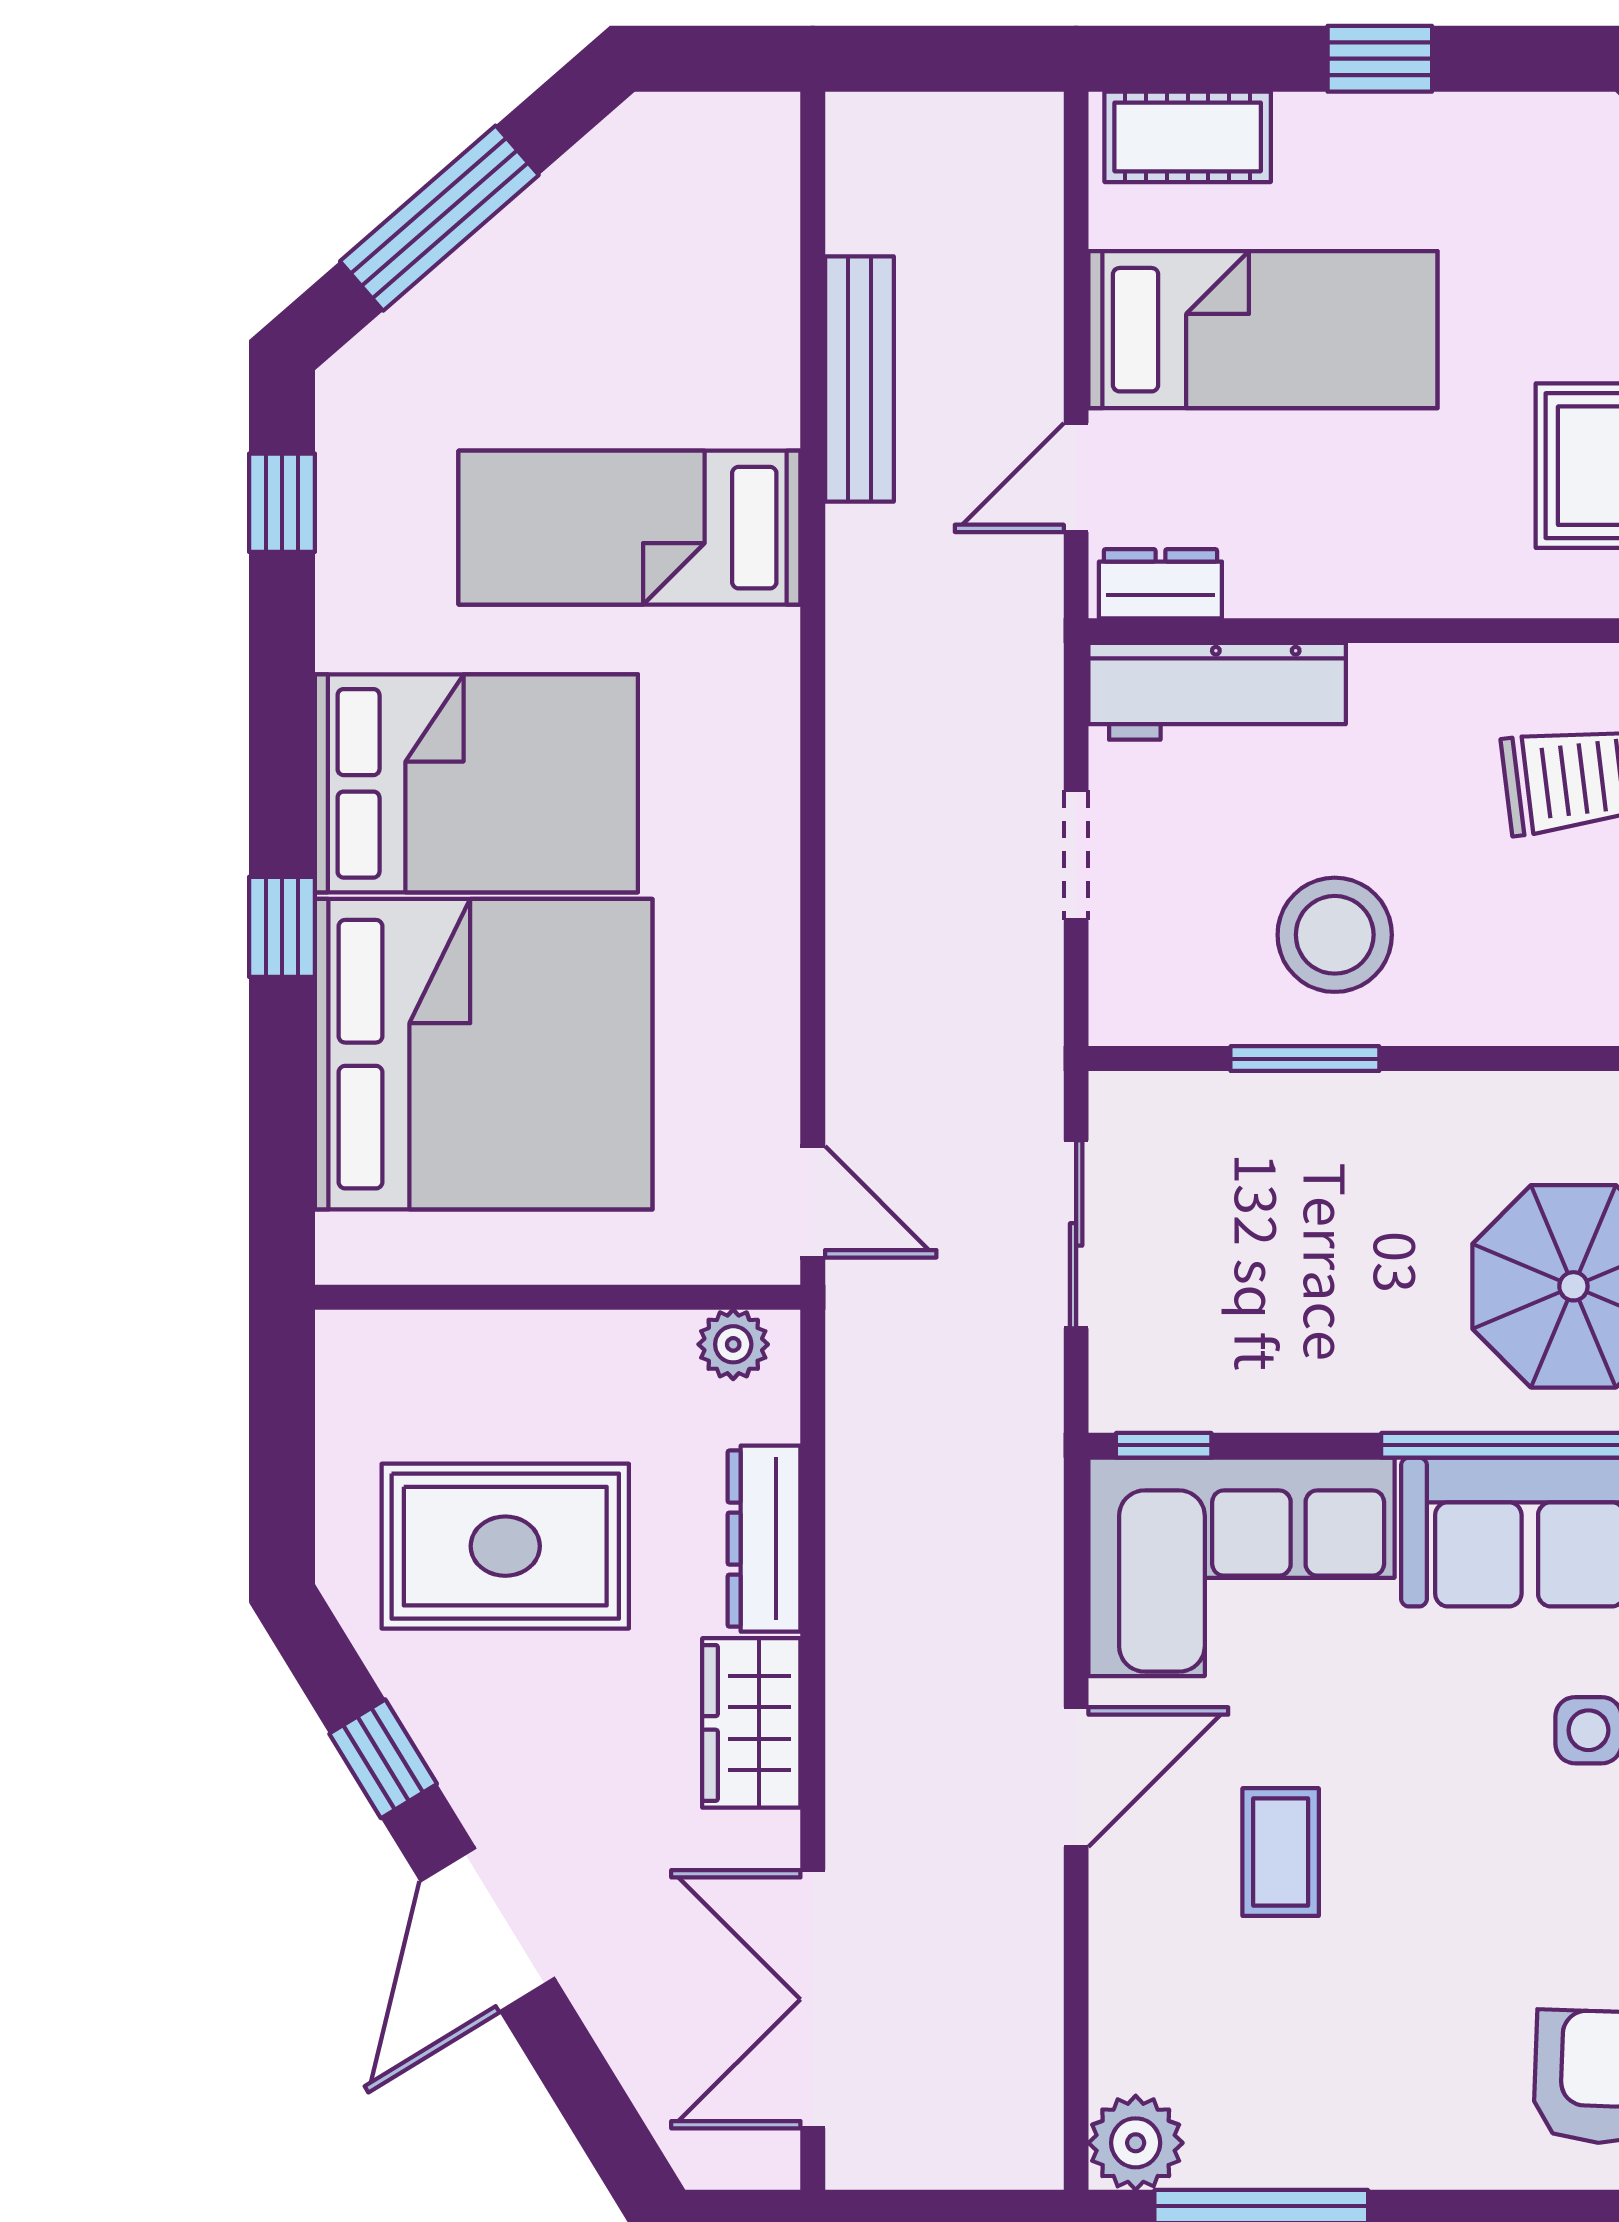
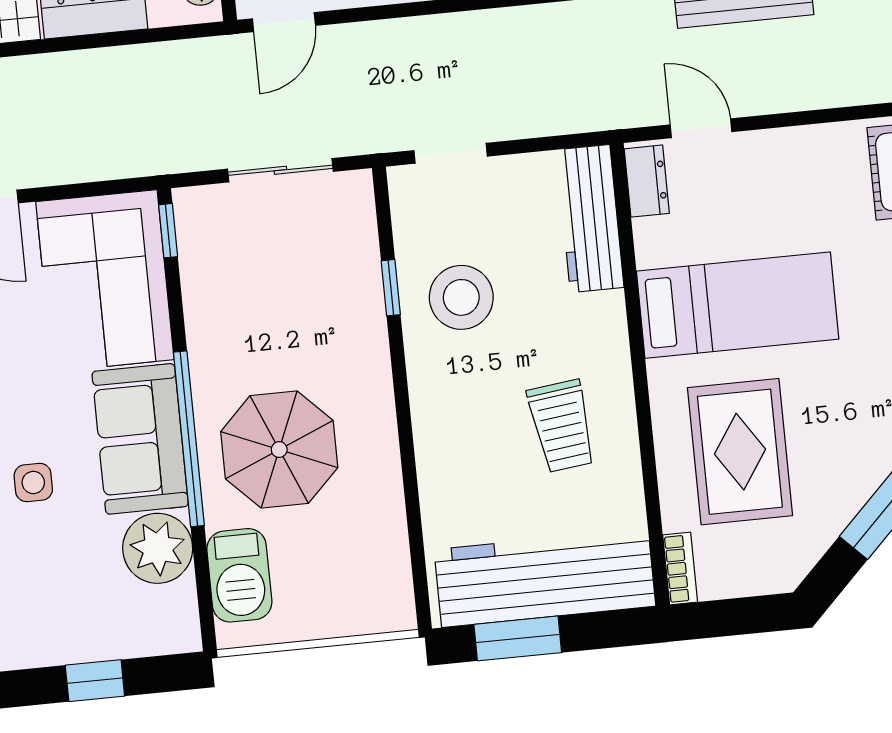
bed: (1263, 330) -> (738, 305), moved, turned -90
doorway: (1076, 855) -> (451, 153), moved
window: (1305, 1059) -> (391, 288), width x0.67

